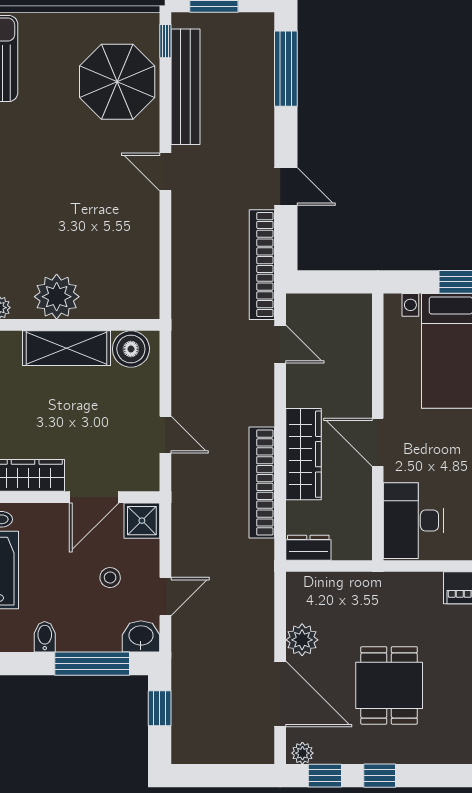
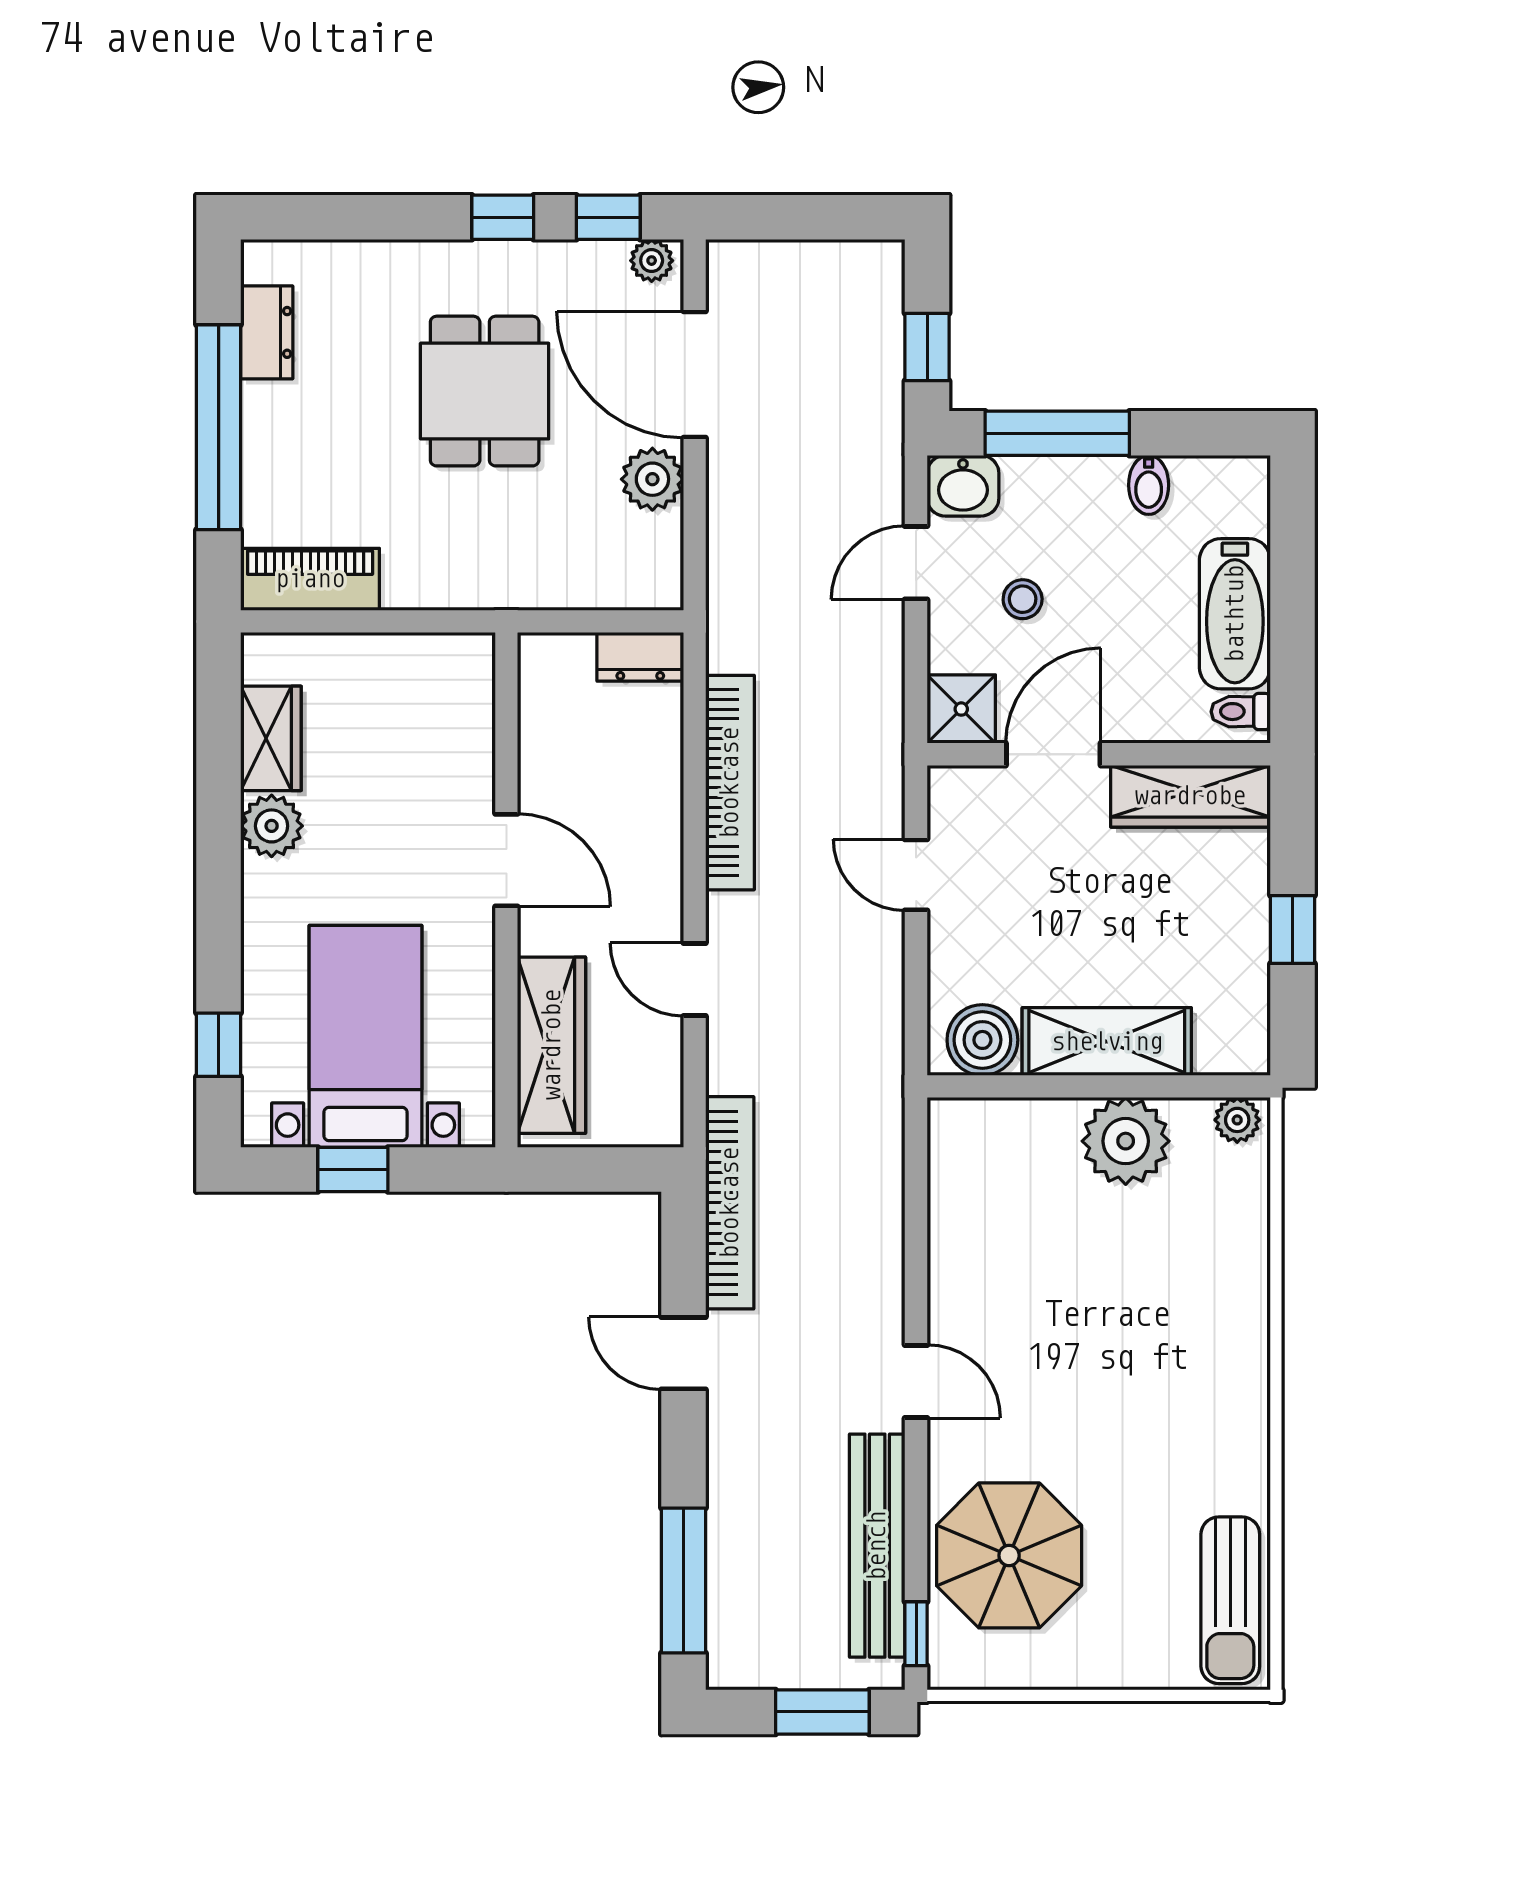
door: (280, 344) -> (695, 979), moved
wardrobe: (304, 454) -> (552, 1045), moved, turned 180
desk: (413, 521) -> (438, 709), removed

